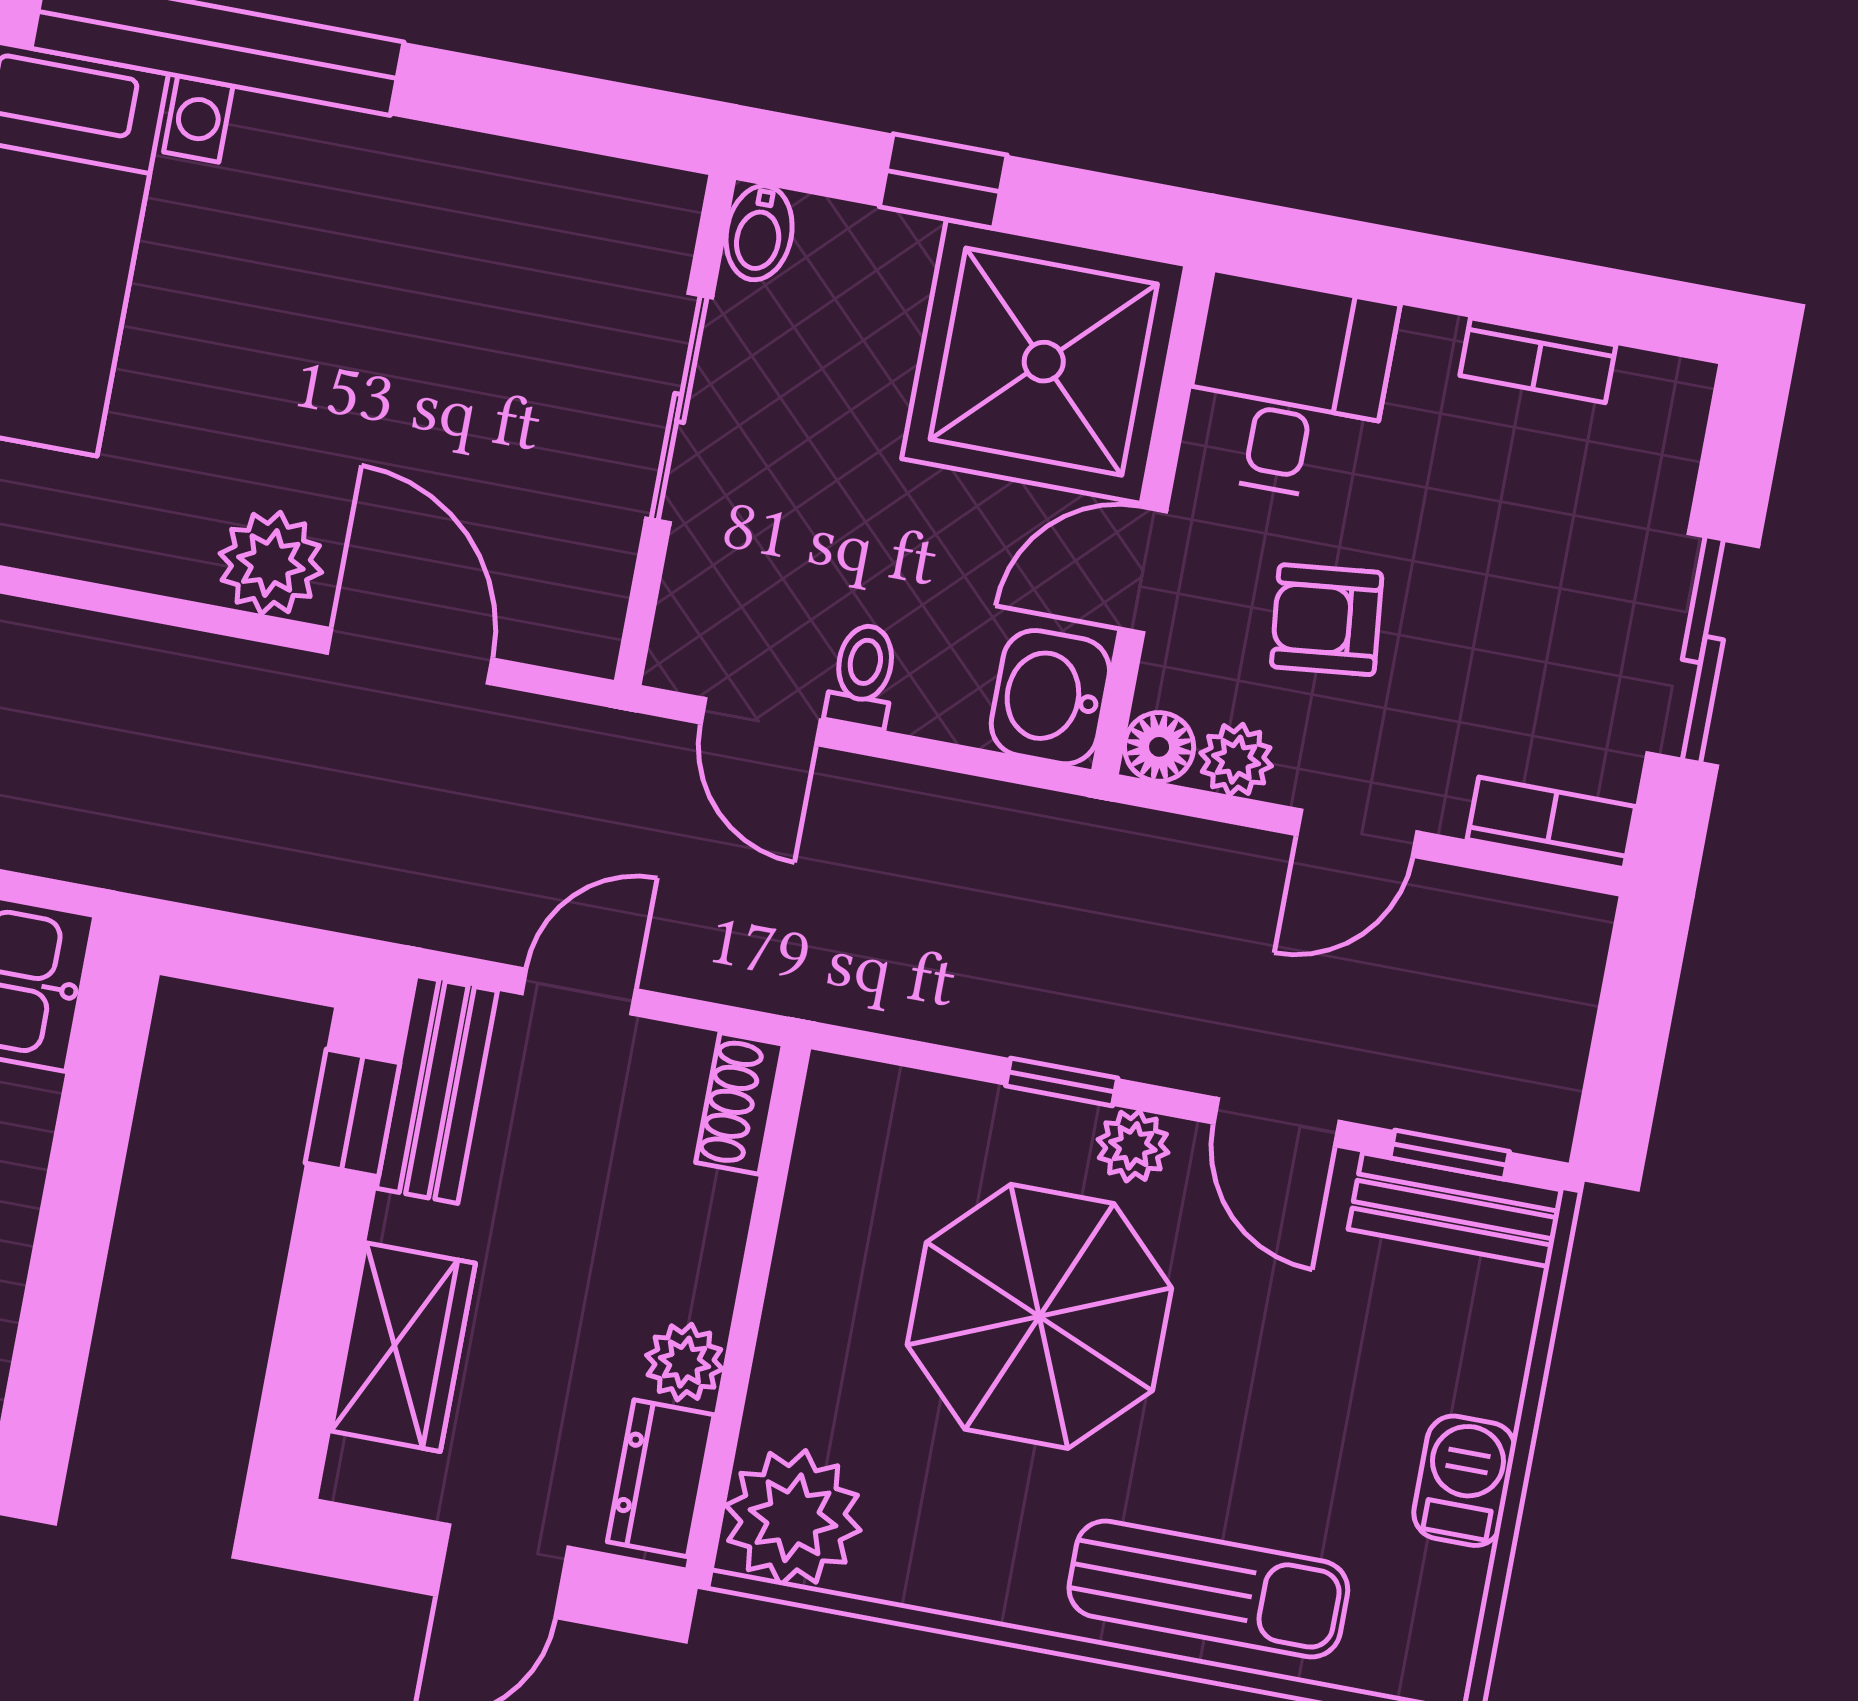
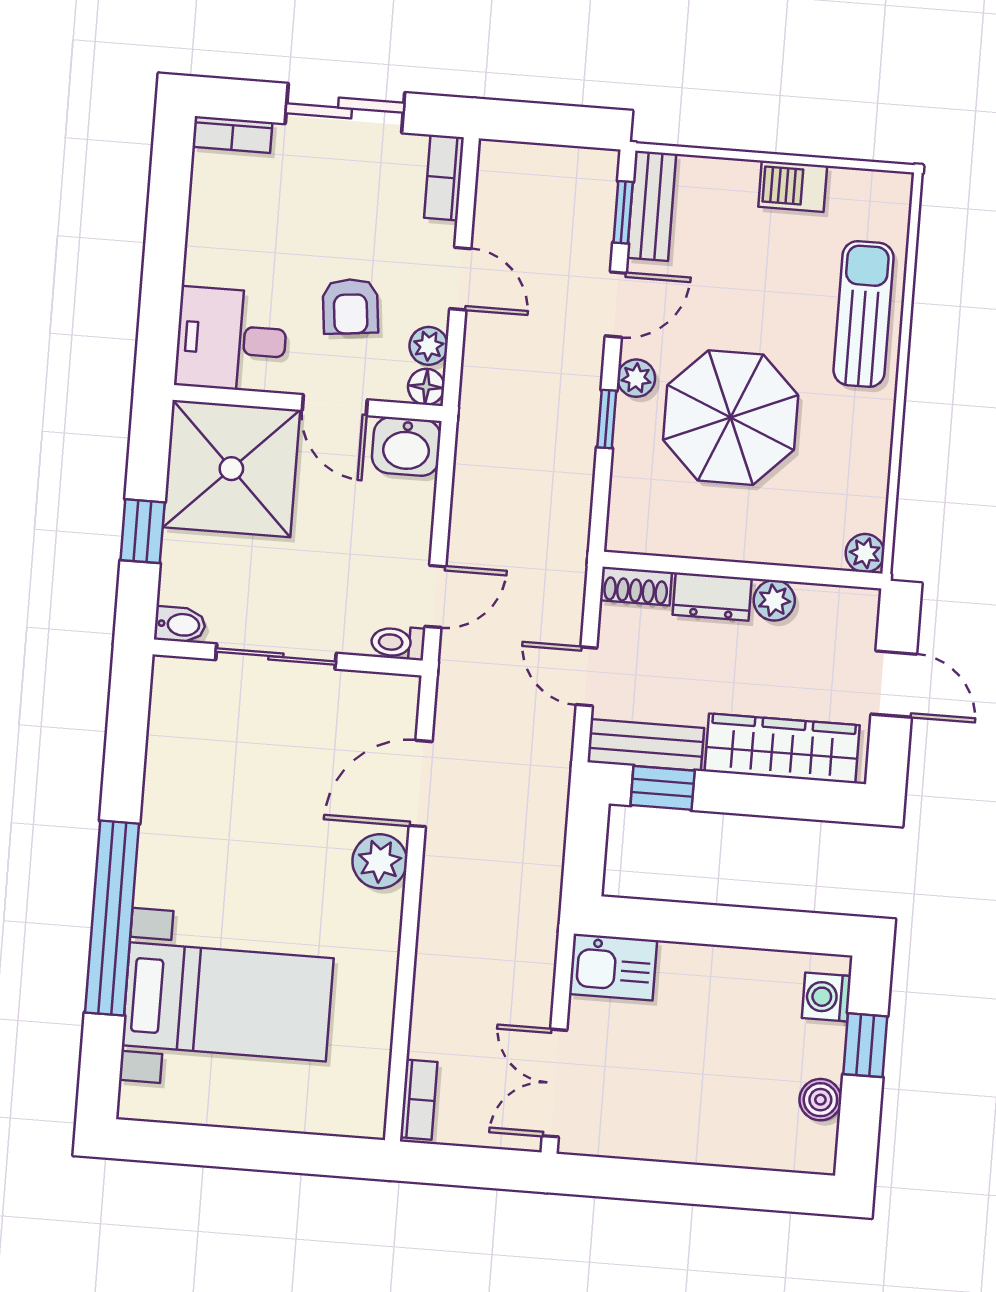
bookcase: (1538, 360) -> (232, 134), moved, turned 90
toilet: (863, 676) -> (398, 643), moved
wardrobe: (403, 1347) -> (782, 748), width x1.50
dresser: (661, 1478) -> (712, 597), moved
plant: (793, 1518) -> (865, 553), width x0.53, depth x0.53

